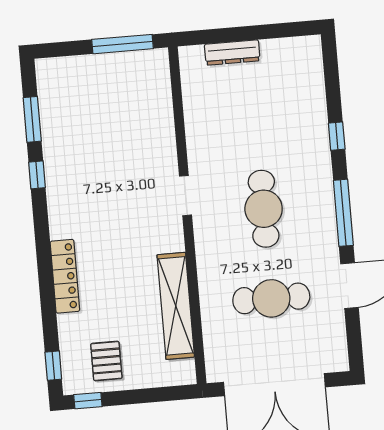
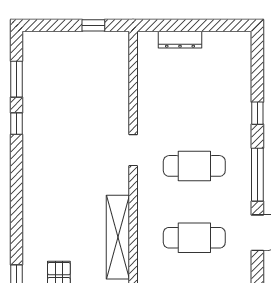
window: (122, 44) -> (93, 25), width x0.46
cafe table: (264, 209) -> (194, 166), turned 90
locker: (65, 276) -> (32, 206), removed

